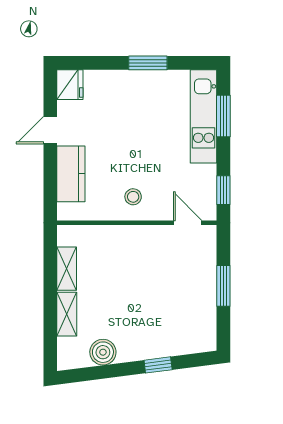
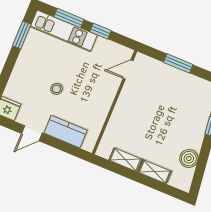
window: (148, 63) -> (22, 35), moved
door: (50, 130) -> (32, 133), hinge flipped
window: (223, 190) -> (100, 31), moved
stool: (133, 197) -> (56, 89), moved

